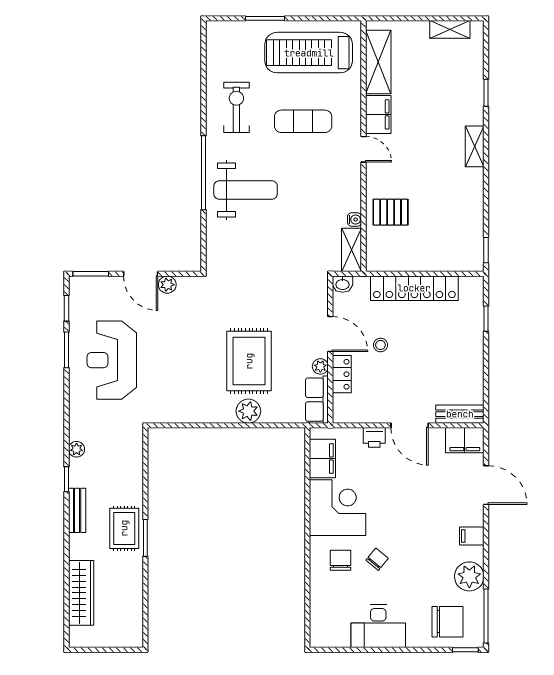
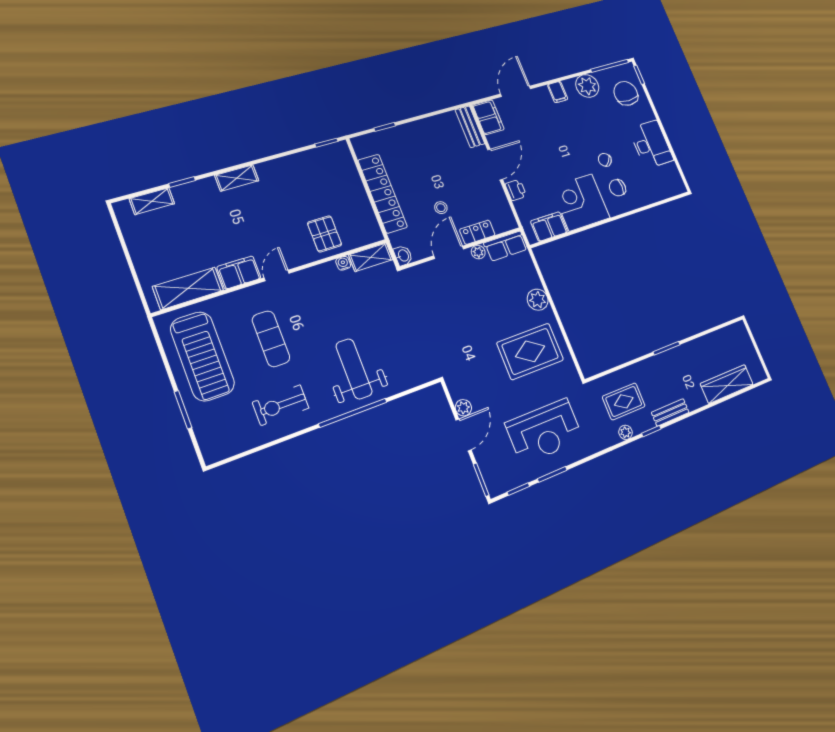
shelving: (450, 29) -> (152, 201), moved, turned 90
rug: (249, 361) -> (530, 351), moved
rug: (124, 528) -> (624, 401), moved

